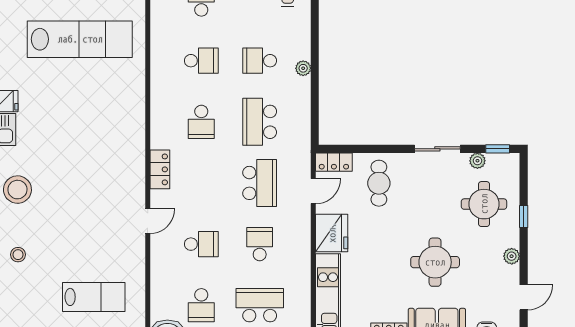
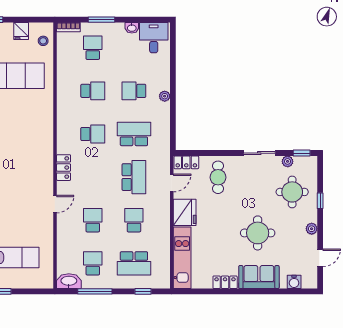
school desk: (201, 122) -> (93, 134), turned -90
school desk: (260, 122) -> (134, 134), turned 90
school desk: (201, 244) -> (93, 220), turned -90
school desk: (201, 305) -> (93, 263), turned 180
school desk: (260, 305) -> (134, 263), turned 180

